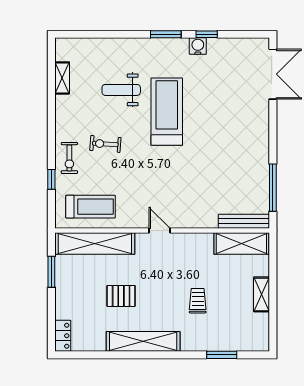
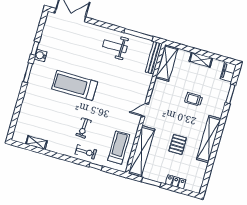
weight bench: (121, 90) -> (115, 46), moved, turned 90
locker: (63, 336) -> (176, 182), moved
filing cabinet: (255, 342) -> (228, 72), added

